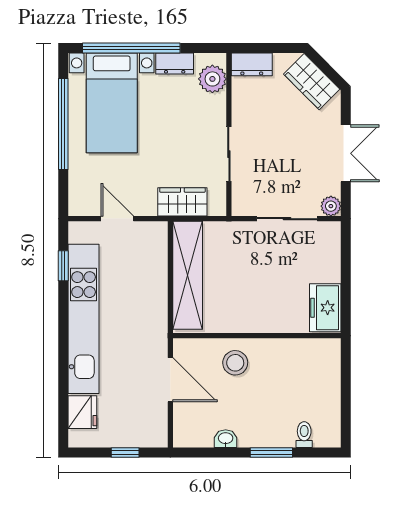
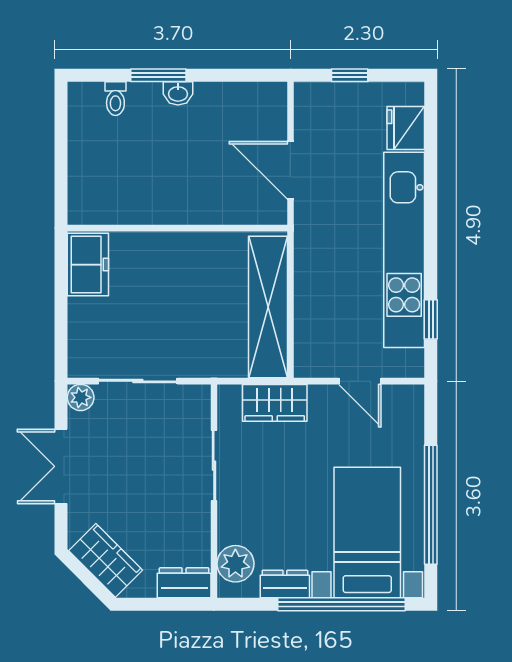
stool: (235, 363) -> (206, 192), removed
washbasin: (226, 439) -> (178, 93), moved

